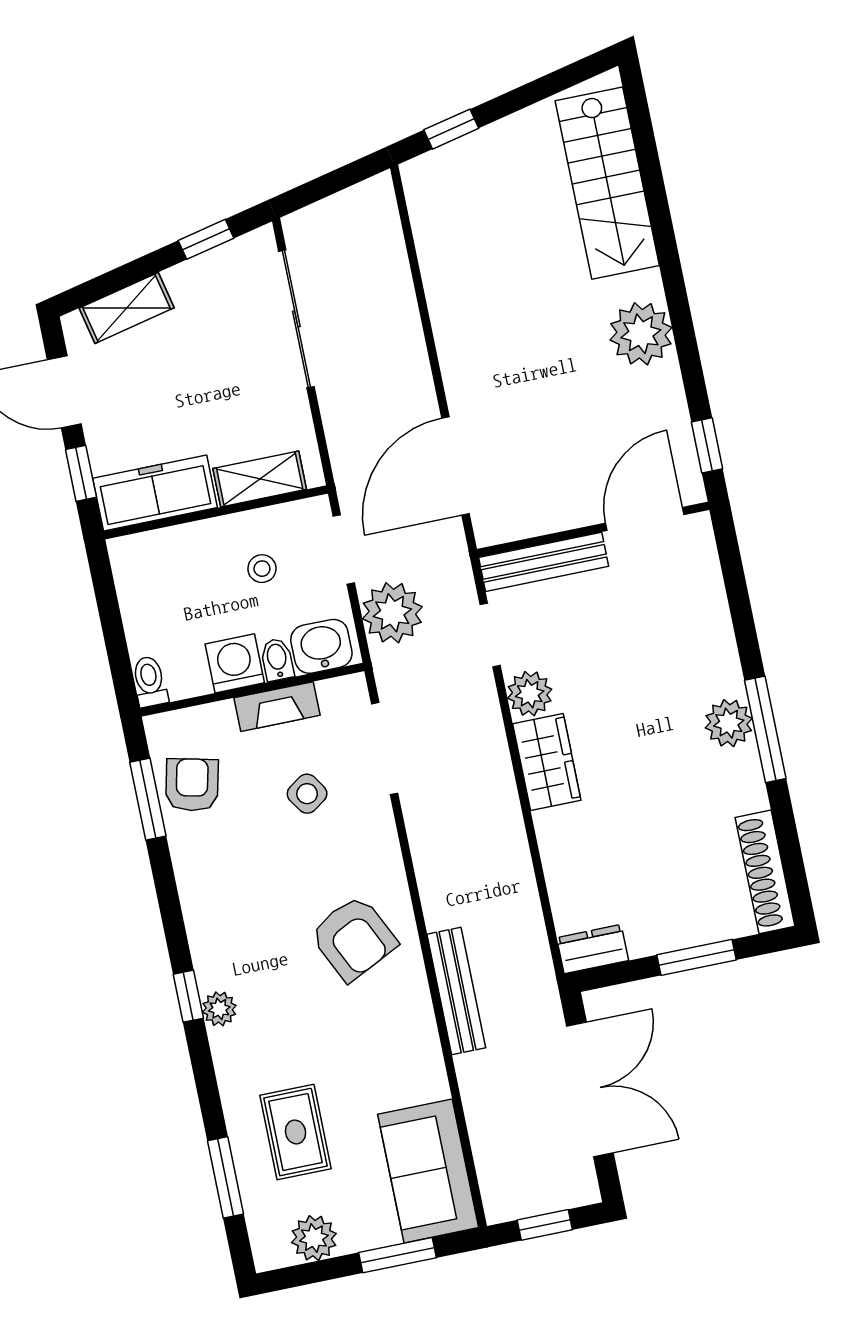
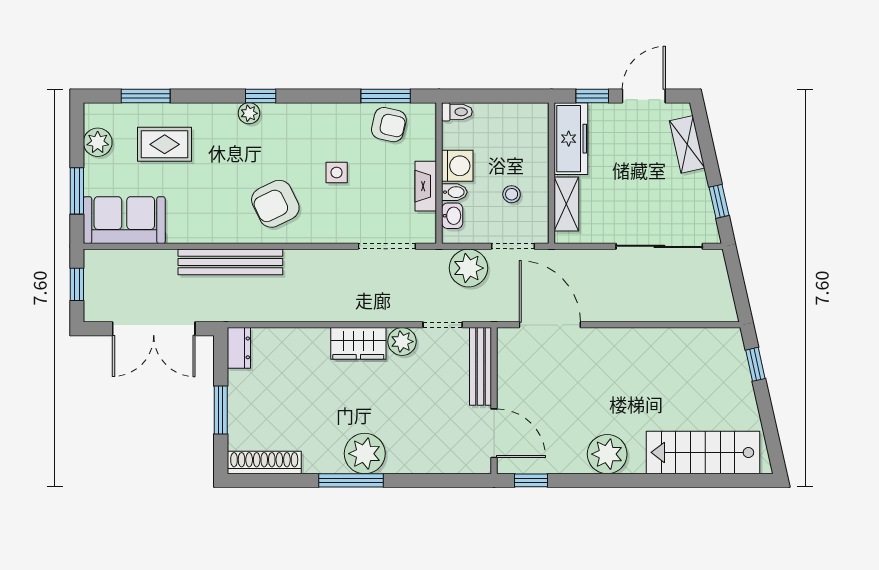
washbasin: (321, 646) -> (452, 216), width x0.72, depth x0.69
plant: (729, 723) -> (365, 454), width x1.36, depth x1.36
side table: (307, 794) -> (337, 172), moved, turned 34
bench: (456, 991) -> (230, 262), width x1.37, depth x1.21

